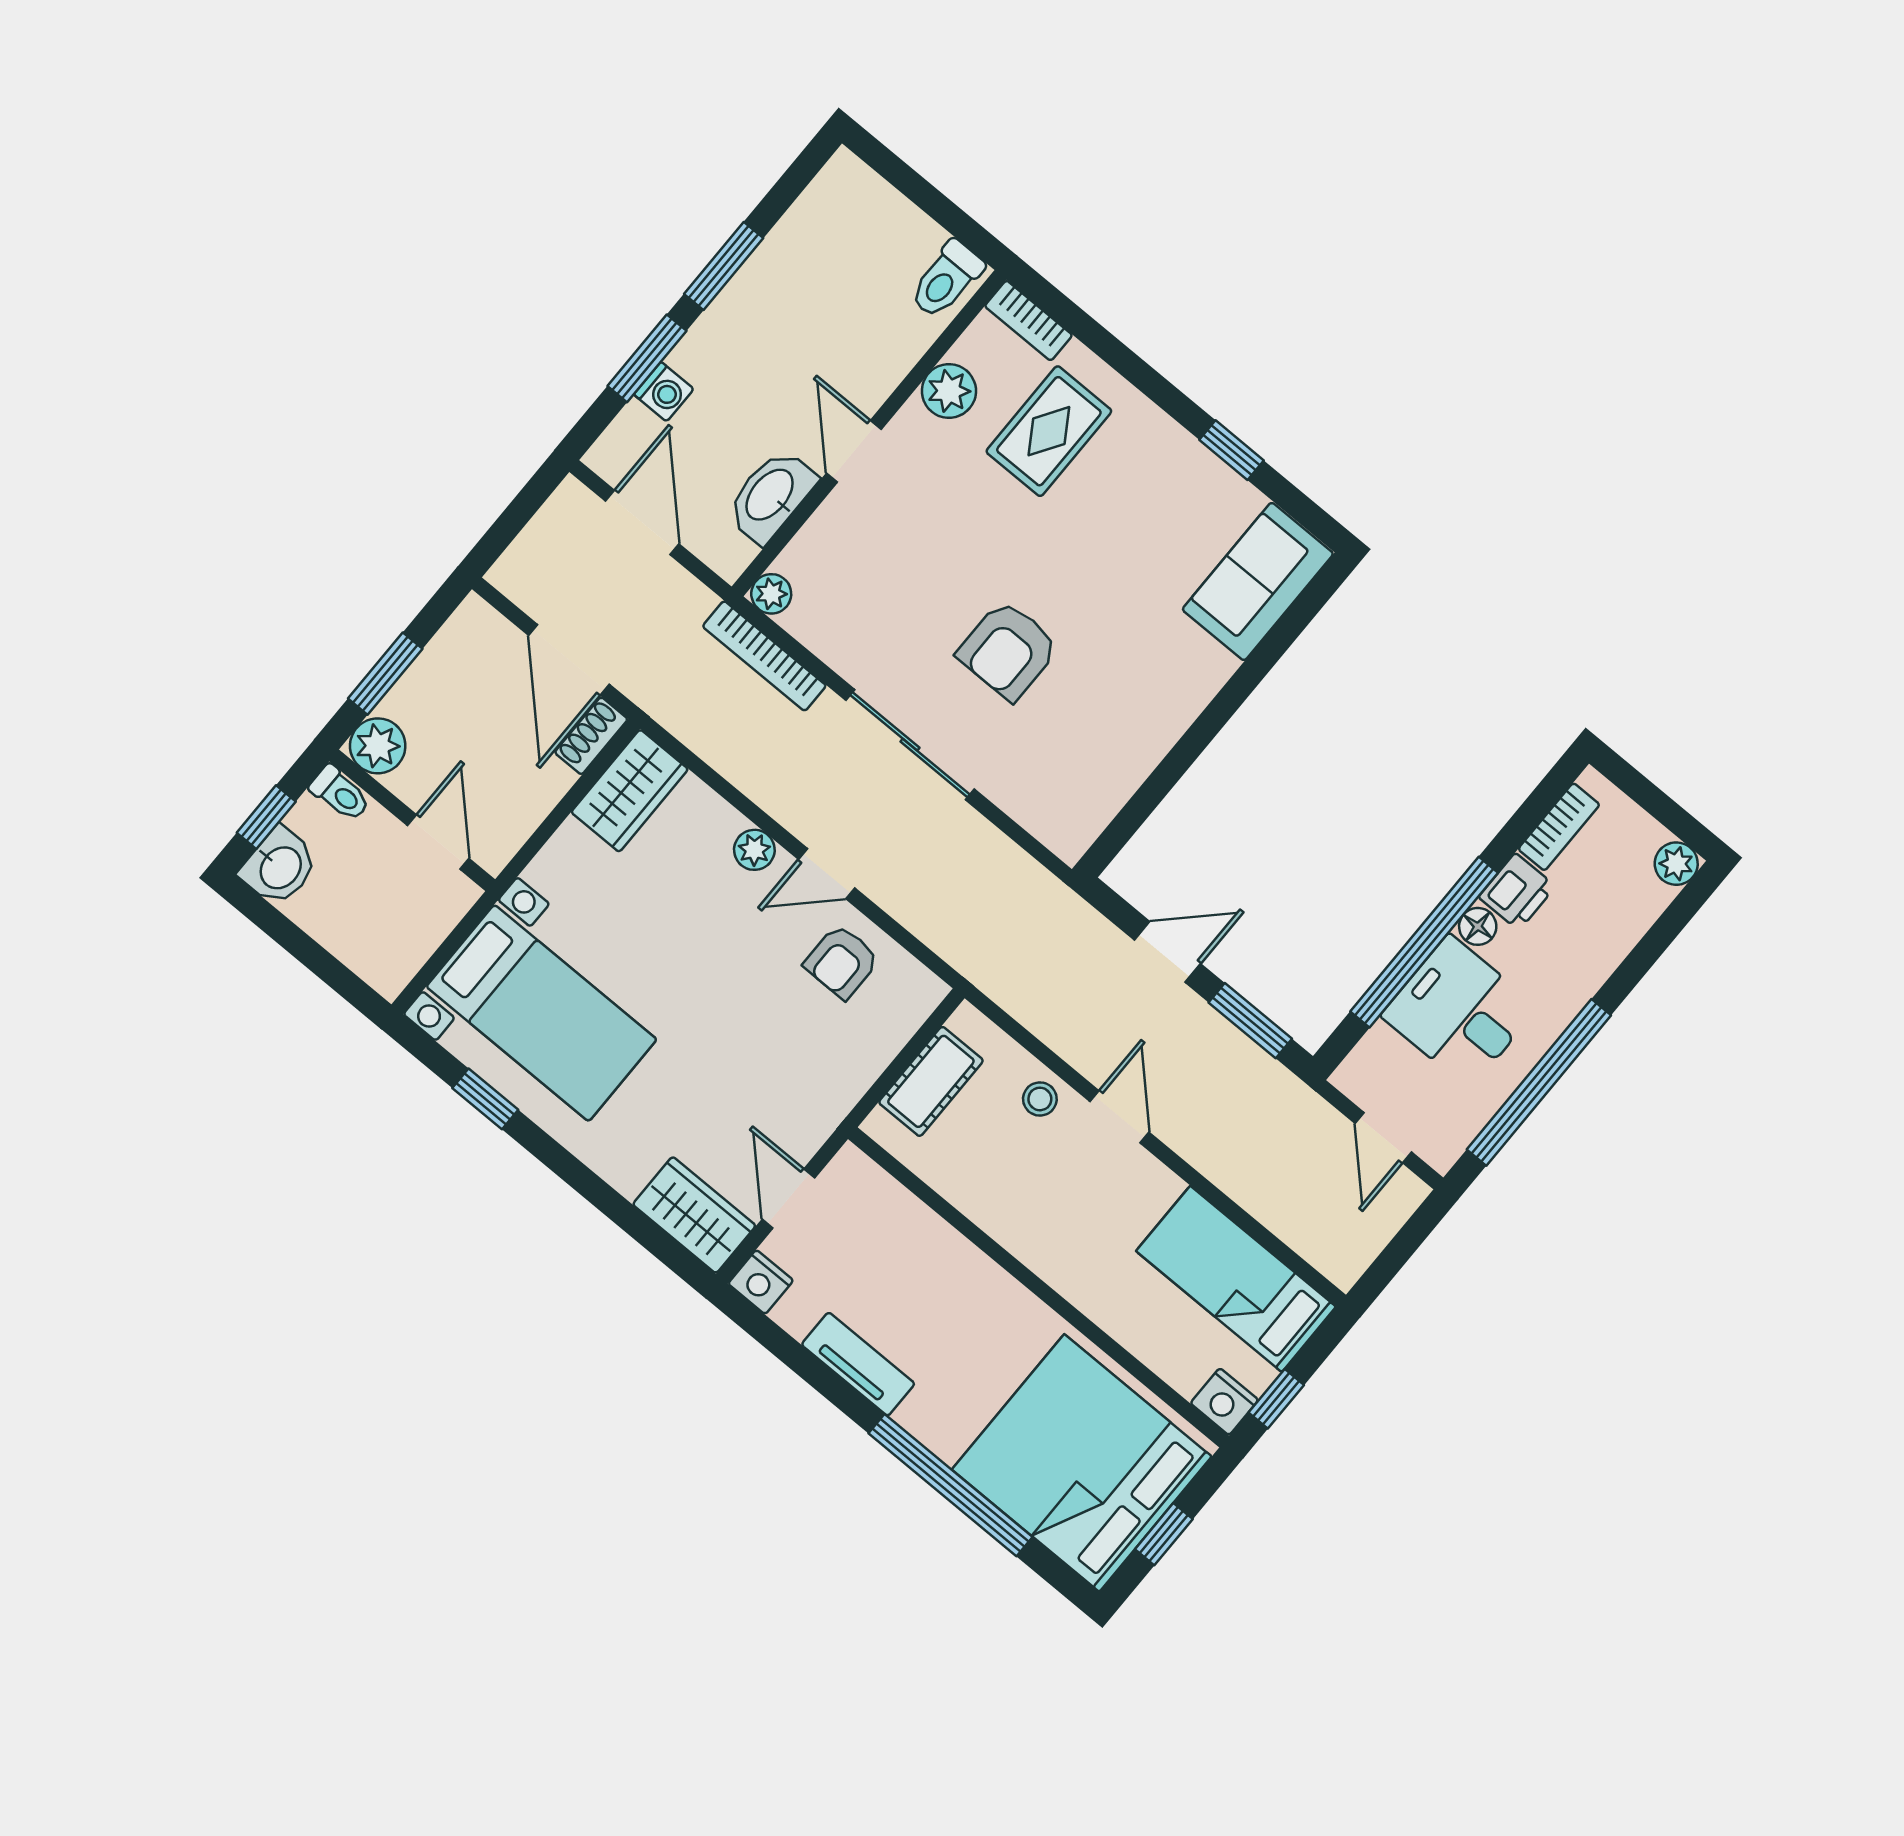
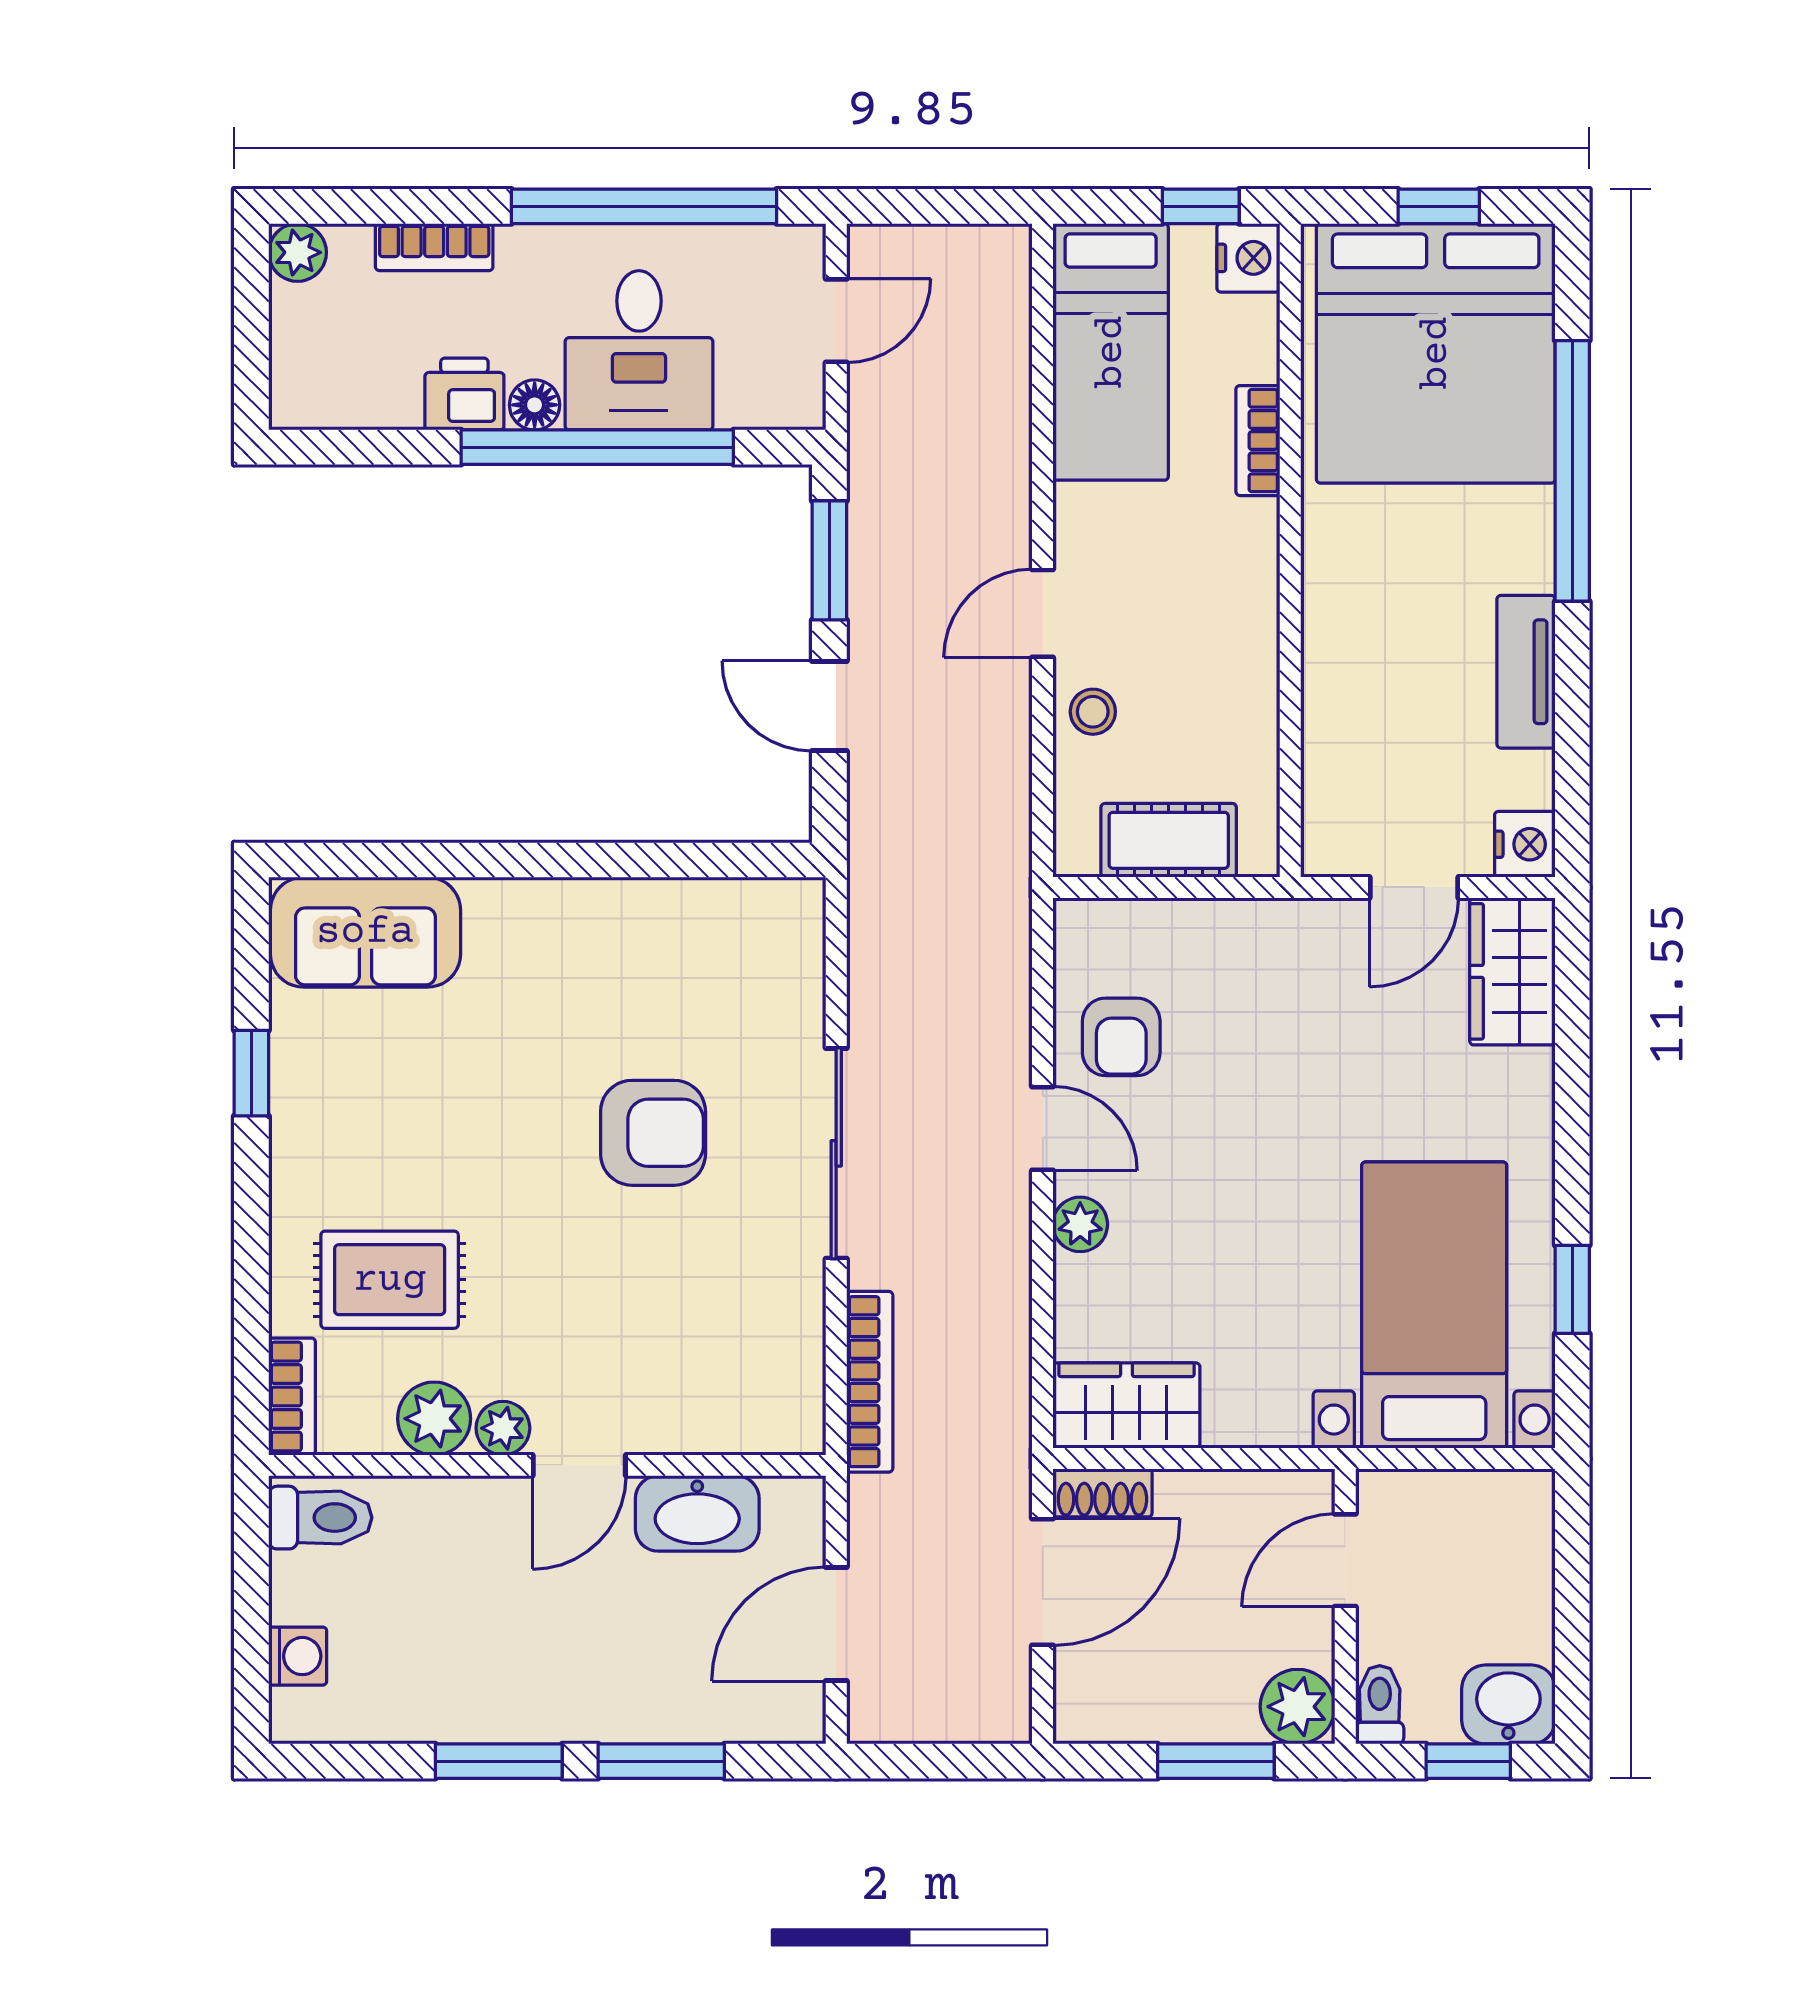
washing machine: (664, 392) -> (298, 1656), moved, turned 90
plant: (771, 594) -> (503, 1428), moved
bookcase: (1559, 827) -> (434, 247), moved, turned 180
armchair: (842, 962) -> (1121, 1037), turned 90
bookcase: (1116, 1321) -> (1258, 441), added

